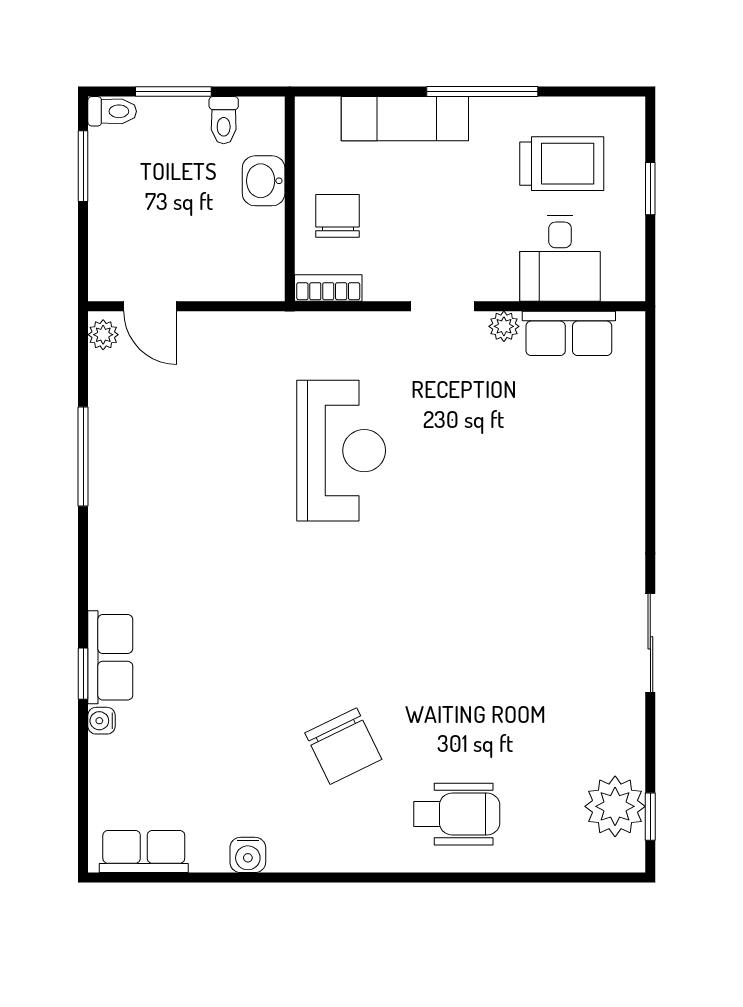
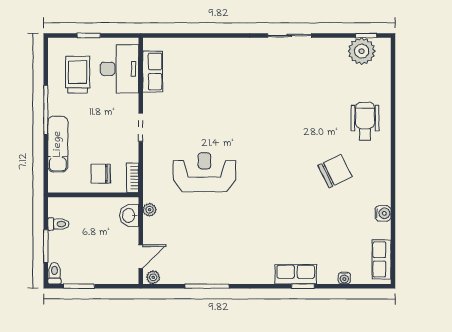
washbasin: (264, 181) -> (129, 215), moved, turned 90
desk: (560, 258) -> (119, 69), width x1.37
plant: (504, 326) -> (150, 210), moved
water cooler: (101, 721) -> (344, 278), moved

